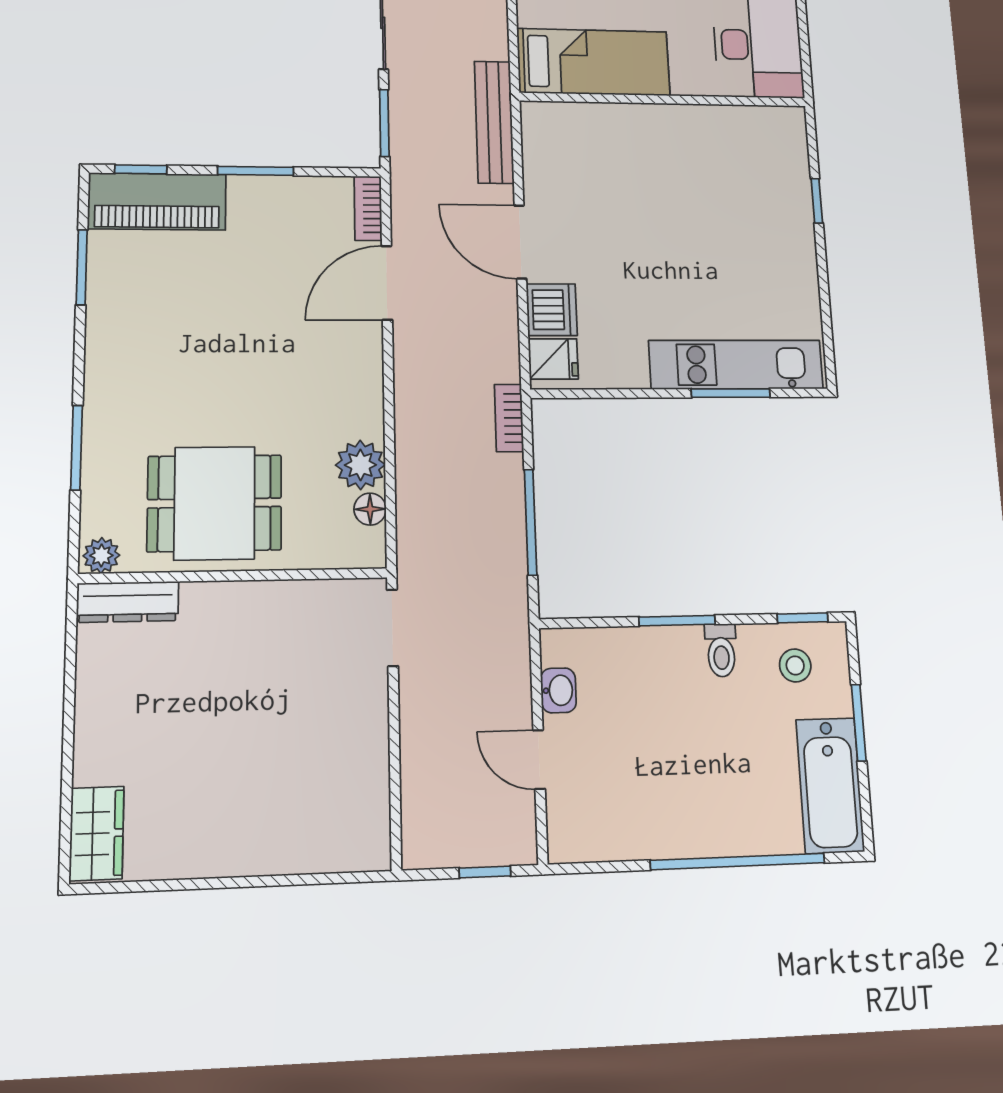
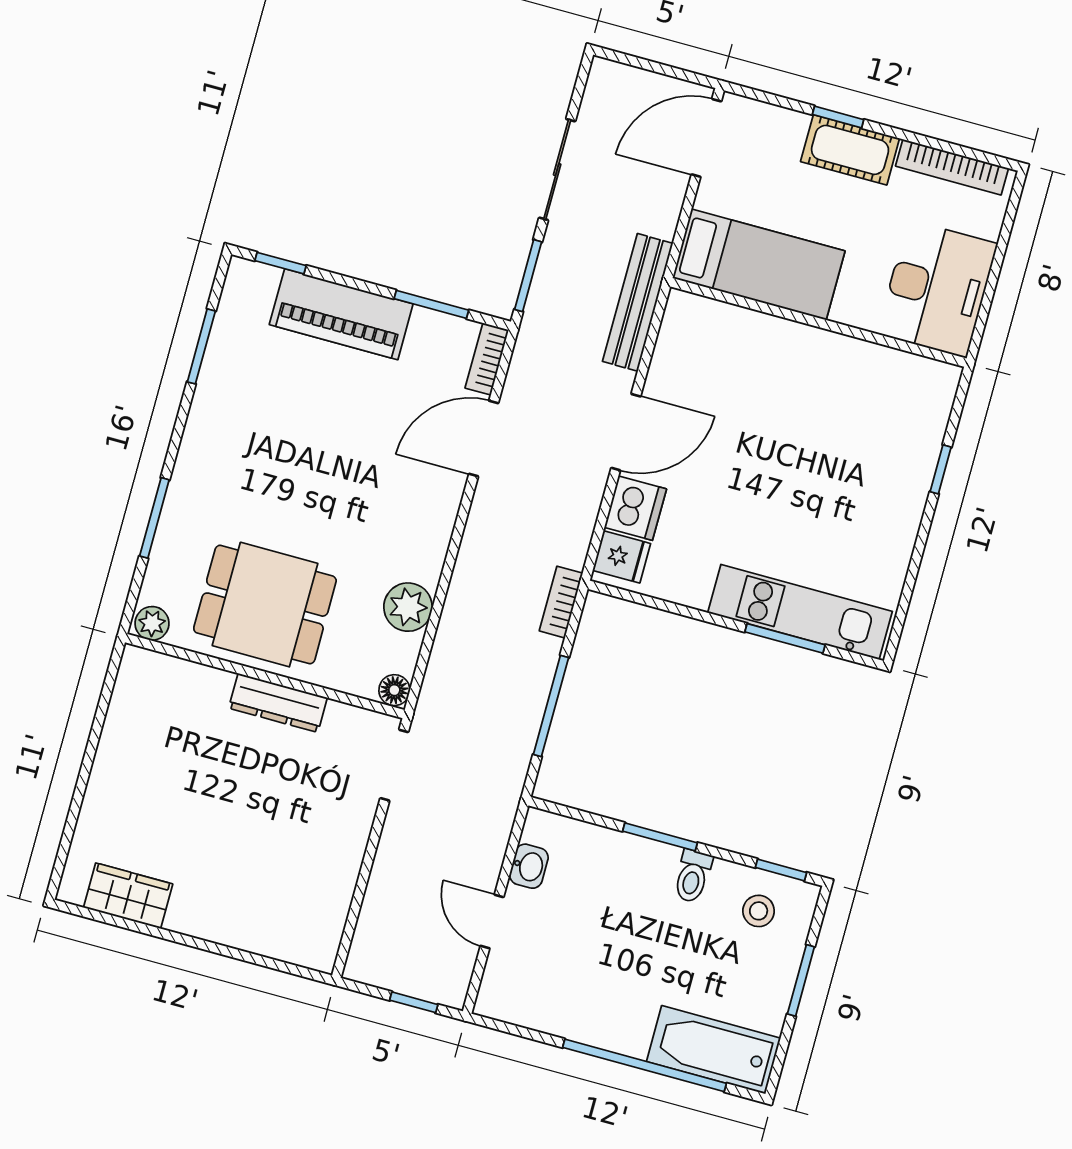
window: (256, 171) -> (431, 304), moved
piano: (157, 201) -> (341, 314), moved
door: (520, 242) -> (626, 432), swing flipped
floor lamp: (370, 509) -> (394, 690), moved
dresser: (128, 602) -> (278, 703), moved
bathtub: (830, 785) -> (714, 1050), moved, turned 90
wardrobe: (97, 833) -> (128, 896), moved, turned -90

